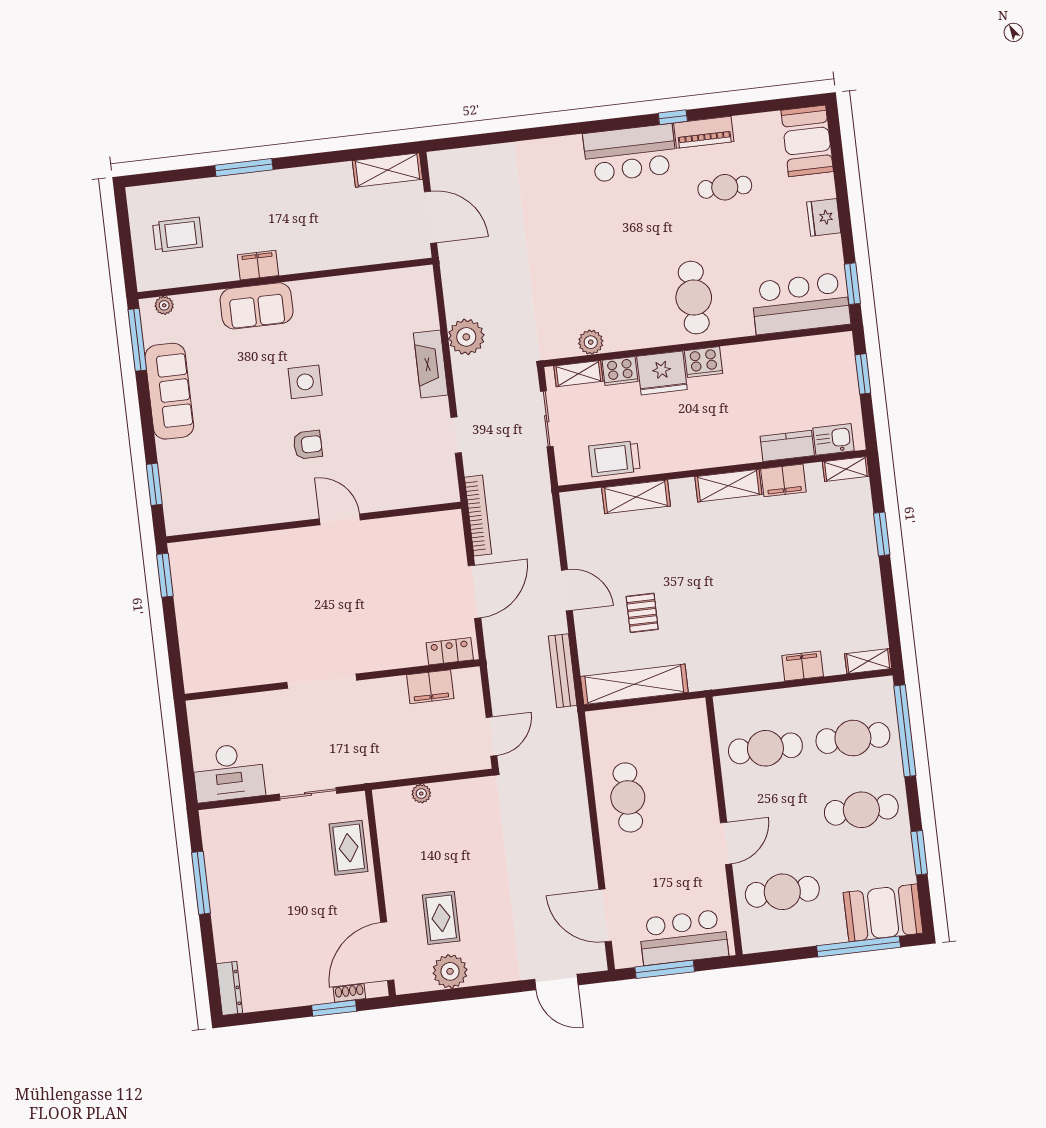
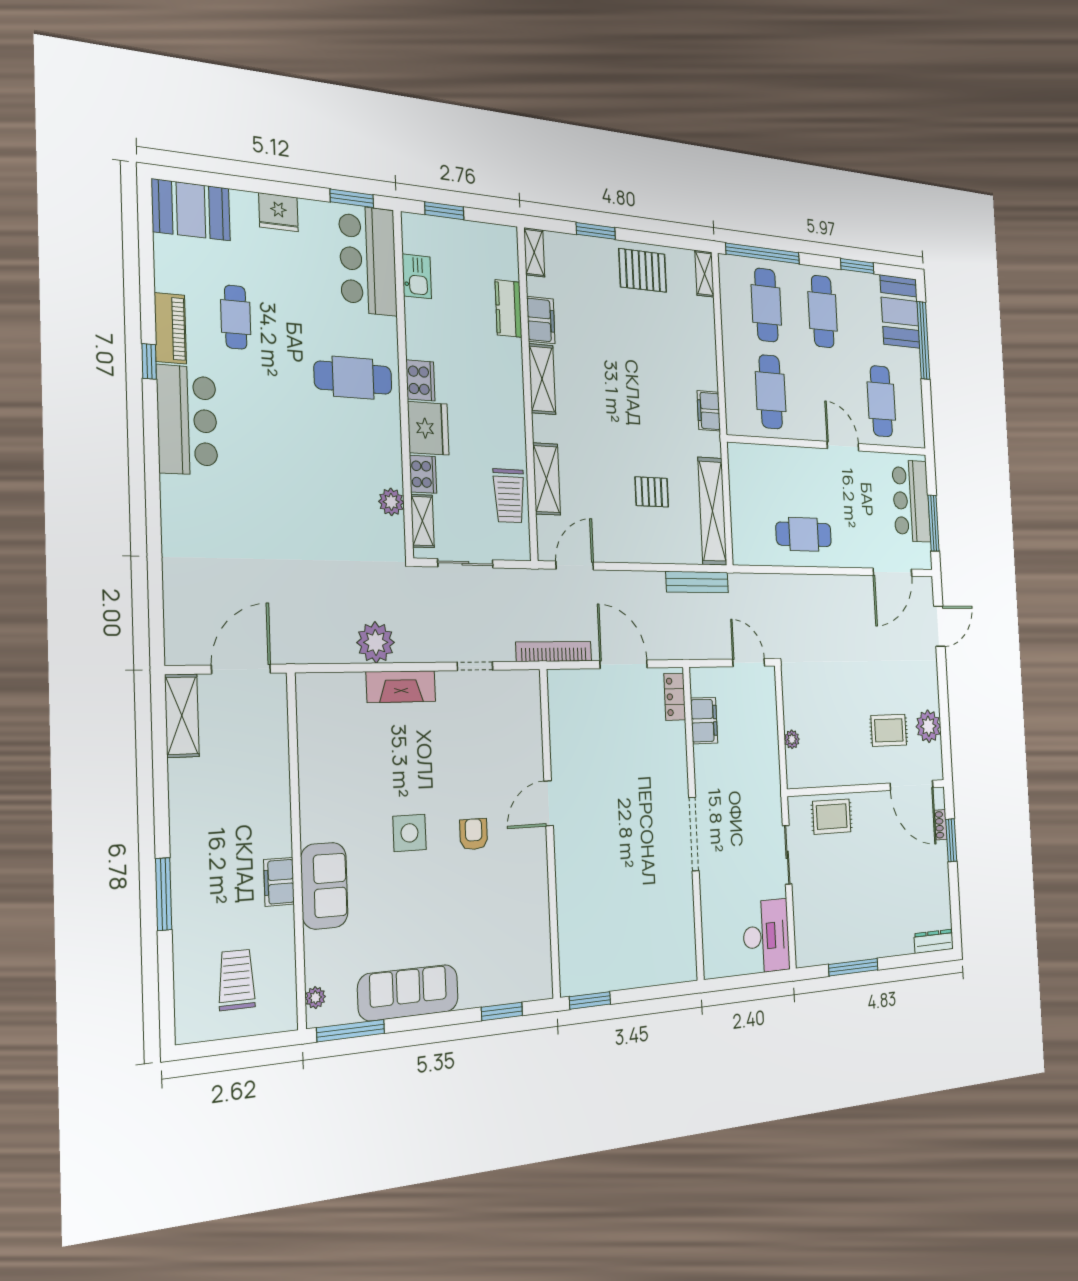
kitchen sink: (833, 439) -> (417, 276), moved, turned 180
pallet: (855, 589) -> (643, 270), added
door: (567, 590) -> (575, 566), moved
filing cabinet: (803, 666) -> (709, 411), moved

